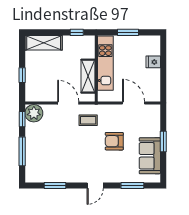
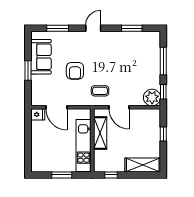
fridge: (153, 62) -> (38, 114), moved
armchair: (114, 141) -> (75, 71), turned 90

